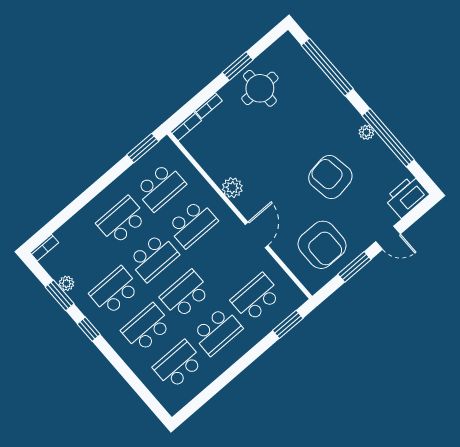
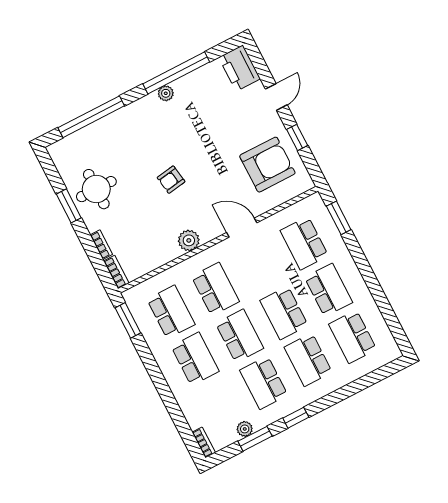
armchair: (330, 177) -> (171, 180), moved, width x0.53, depth x0.53
school desk: (122, 220) -> (195, 359), turned 180
window: (354, 267) -> (297, 137), width x0.67

